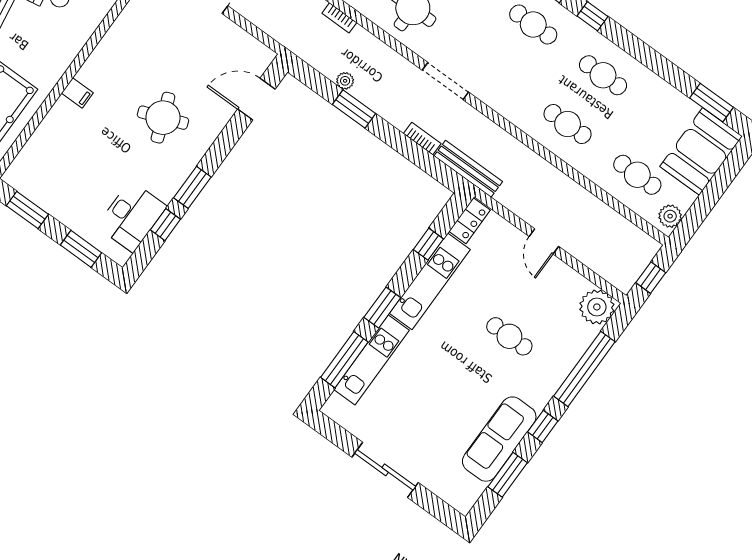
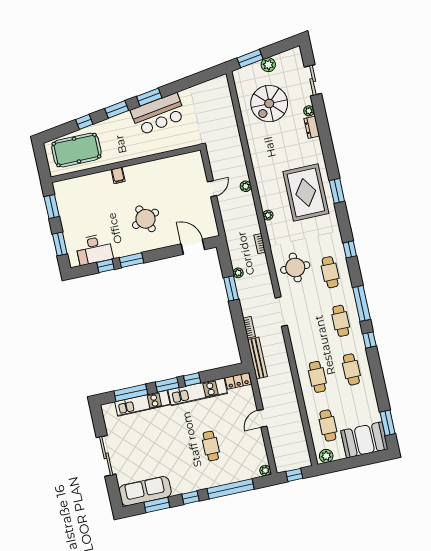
window: (428, 244) -> (192, 379), moved
plant: (597, 307) -> (265, 471), width x0.53, depth x0.53
sofa: (499, 439) -> (145, 491), moved

